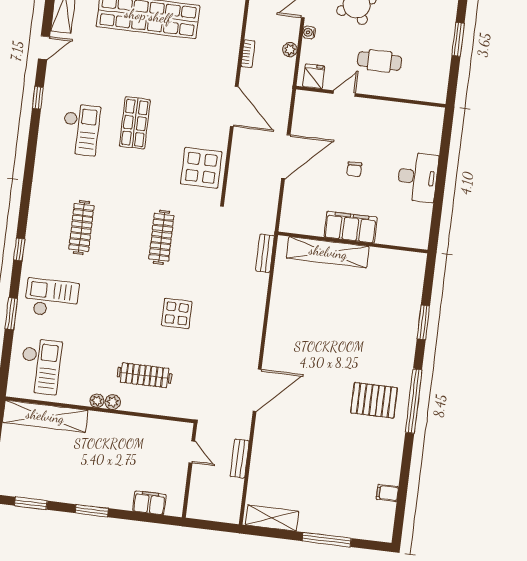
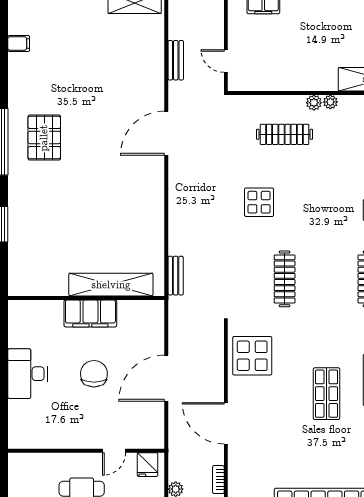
chair: (354, 169) -> (94, 374), width x1.87, depth x1.87
pallet: (374, 400) -> (44, 138), turned 90

